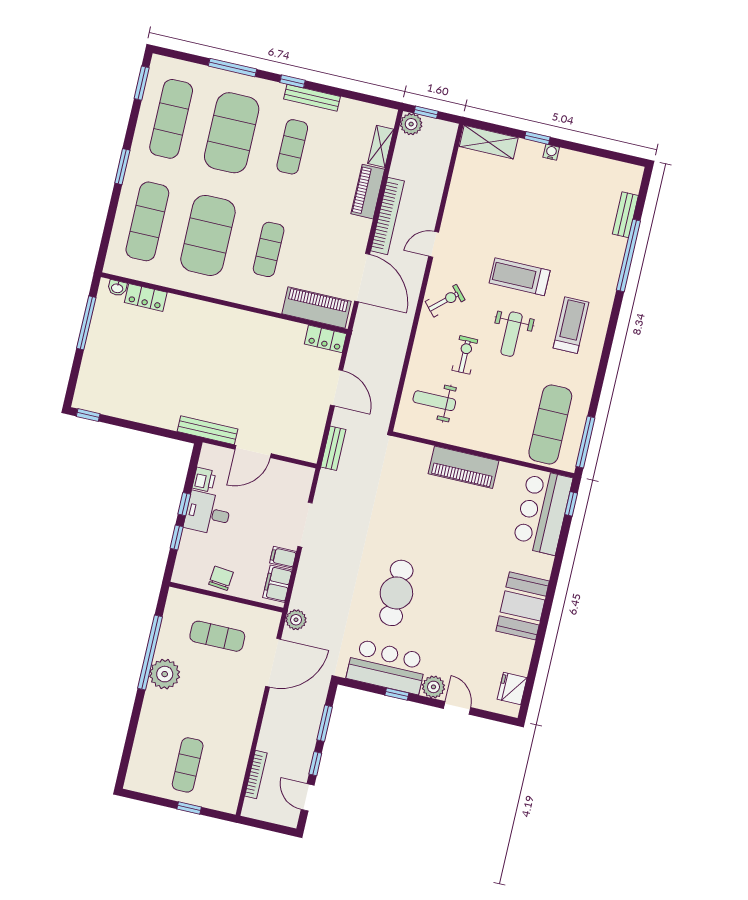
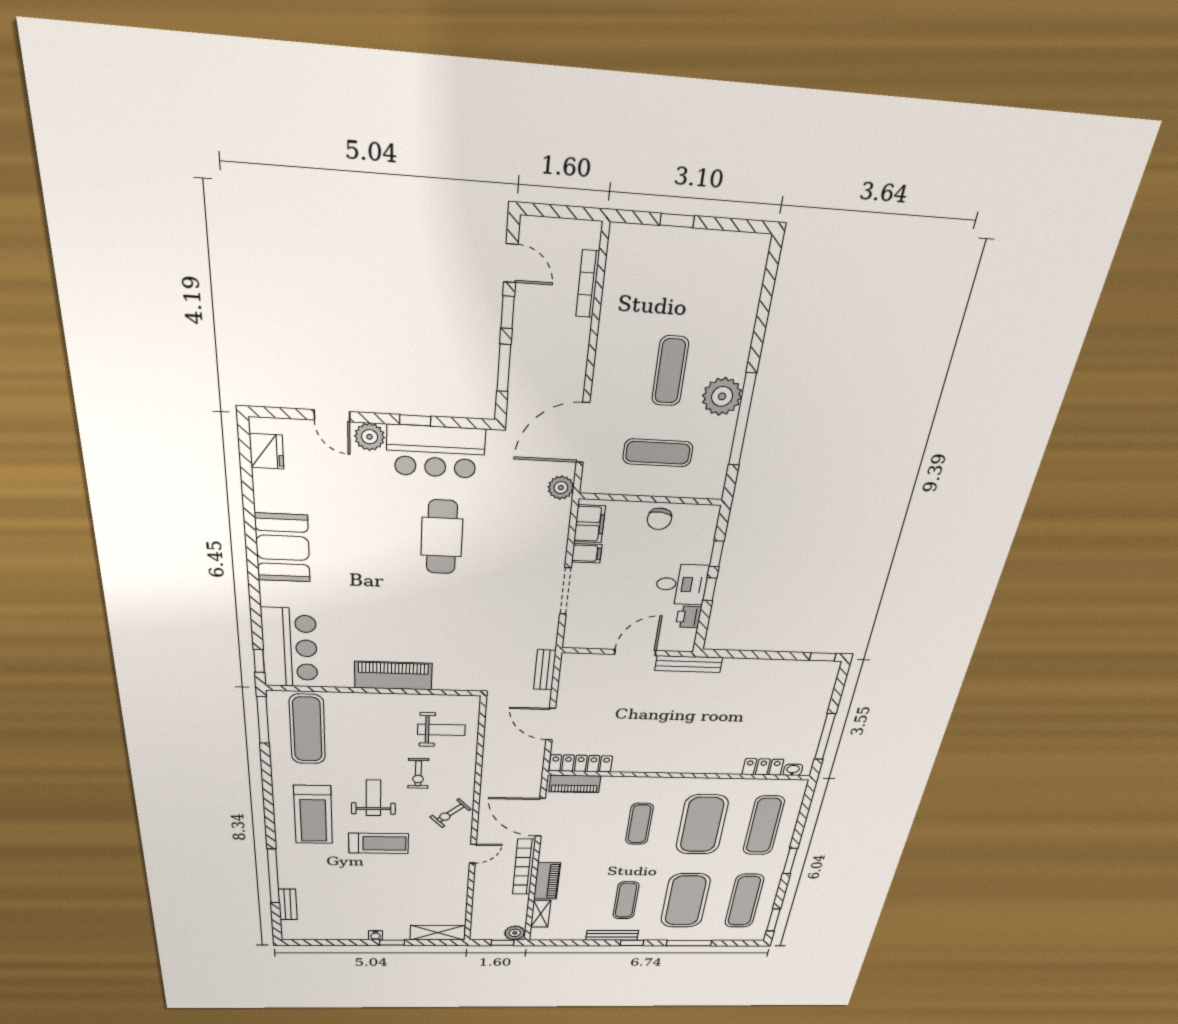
piano: (316, 308) -> (575, 784), width x0.73, depth x0.75
treadmill: (571, 325) -> (313, 815), width x1.37, depth x1.38
locker: (325, 339) -> (581, 763), width x1.53
exercise mat: (188, 765) -> (670, 371), moved

